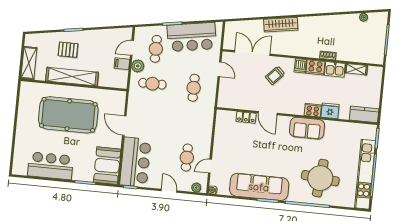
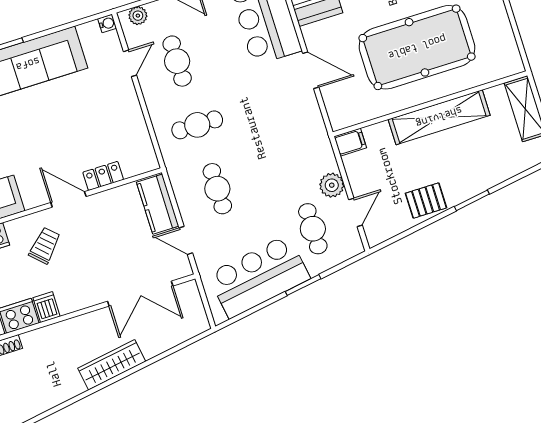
pallet: (68, 50) -> (426, 201), moved
filing cabinet: (122, 64) -> (350, 142), moved
trolley: (275, 75) -> (45, 246), moved
cafe table: (152, 84) -> (197, 125), moved
kitchen counter: (226, 93) -> (158, 204), added

